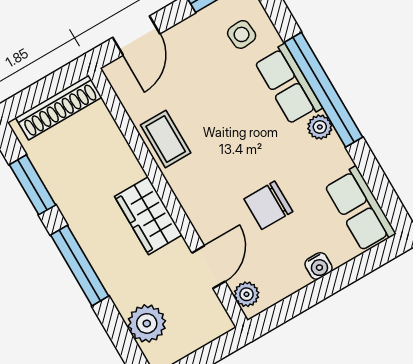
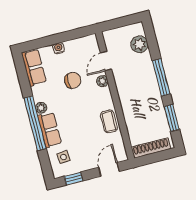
wardrobe: (148, 216) -> (126, 90), removed
plant: (247, 294) -> (102, 81), moved

